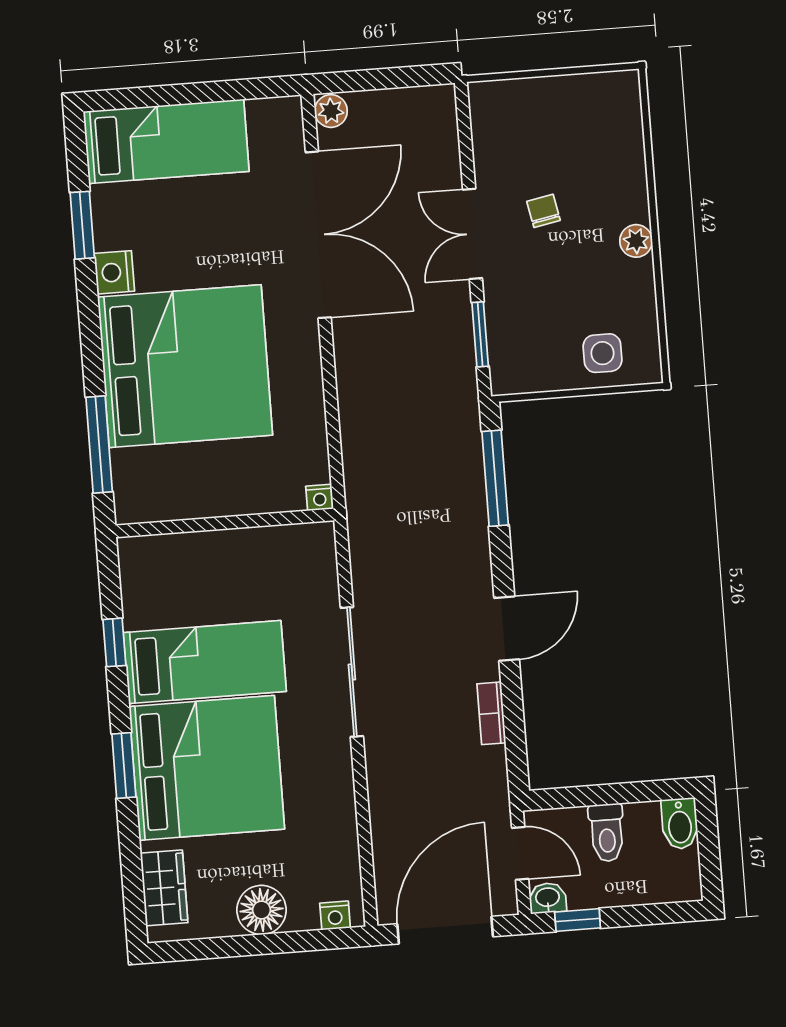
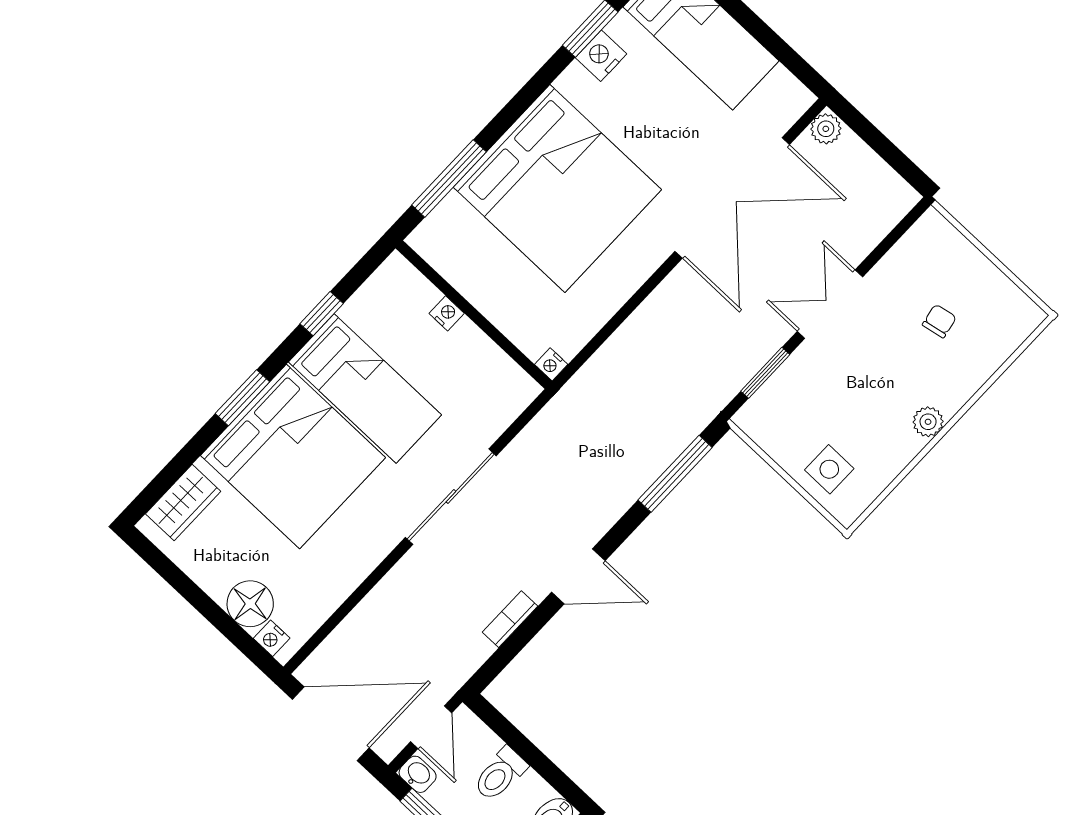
chair: (544, 211) -> (939, 321), moved
nightstand: (114, 272) -> (601, 56), moved
nightstand: (204, 543) -> (447, 313), added
floor lamp: (262, 910) -> (250, 604), moved

